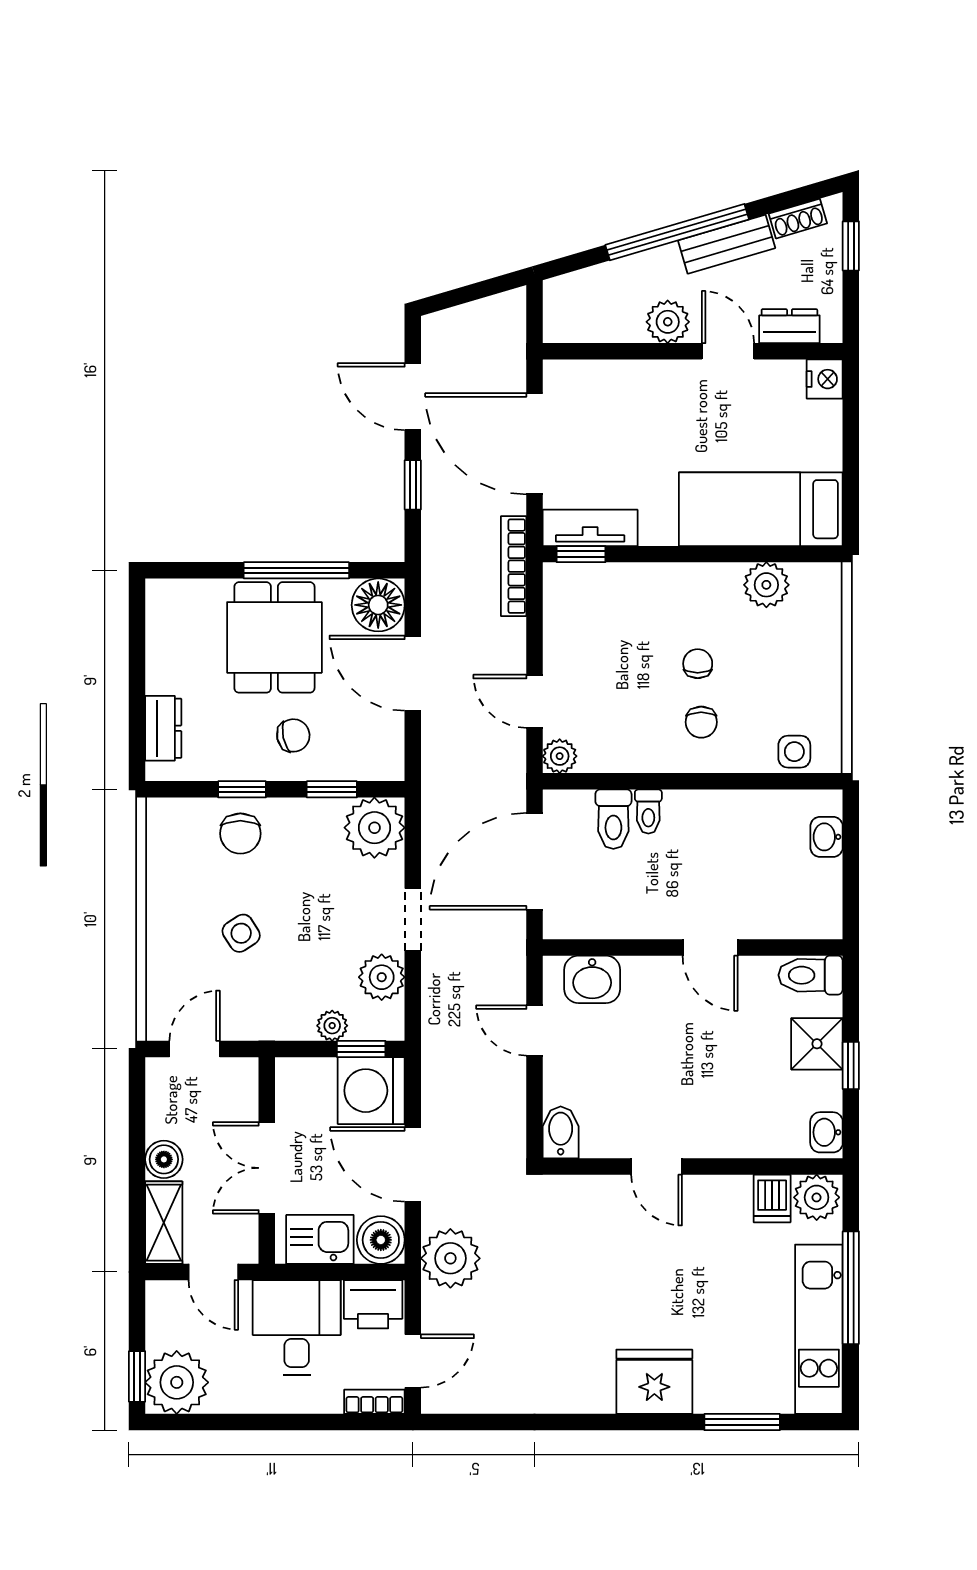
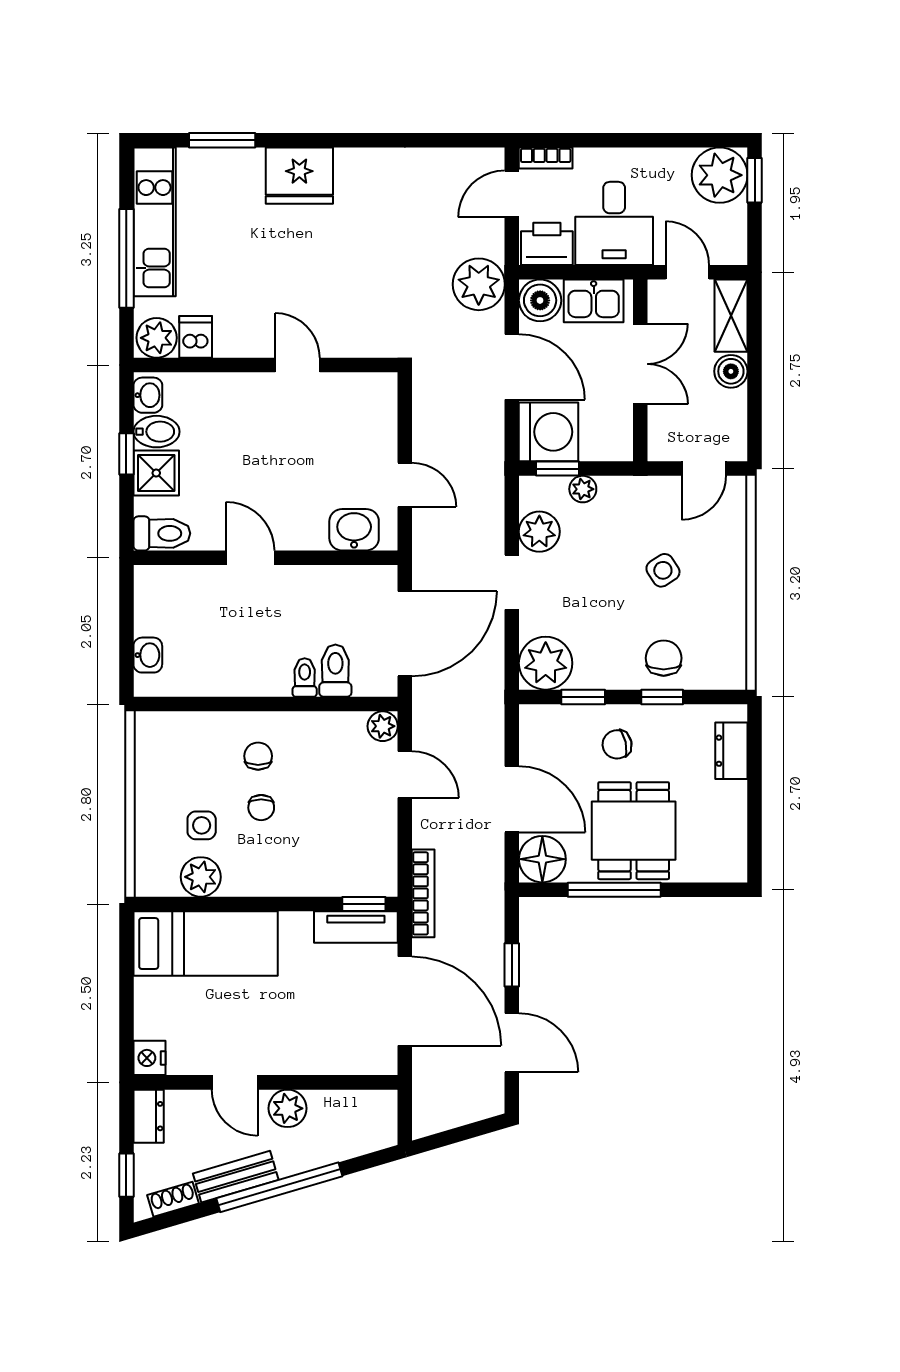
dresser: (789, 326) -> (149, 1116), moved, turned -90
side table: (794, 752) -> (202, 825), moved
bidet: (561, 1132) -> (157, 432), moved, turned -90

